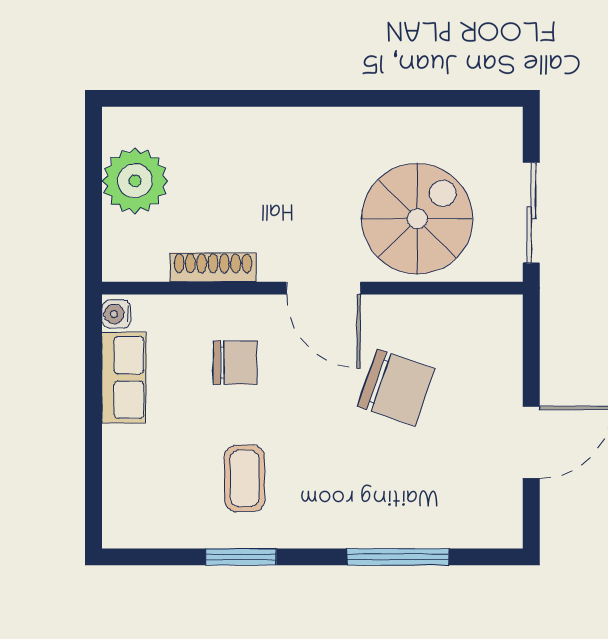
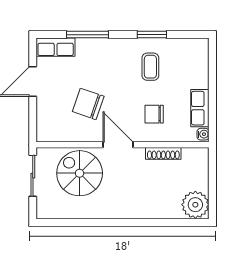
plant: (135, 181) -> (195, 205), moved
spiral stairs: (417, 219) -> (80, 173), turned 90
row of seats: (476, 526) -> (56, 47), added

